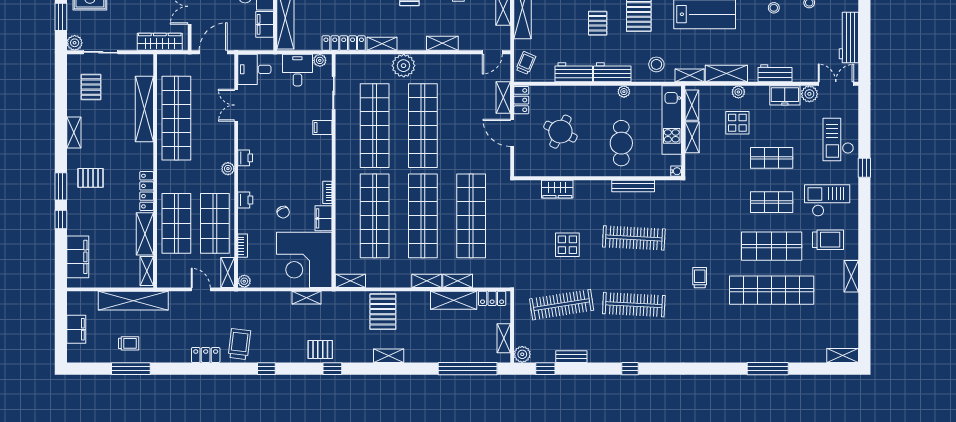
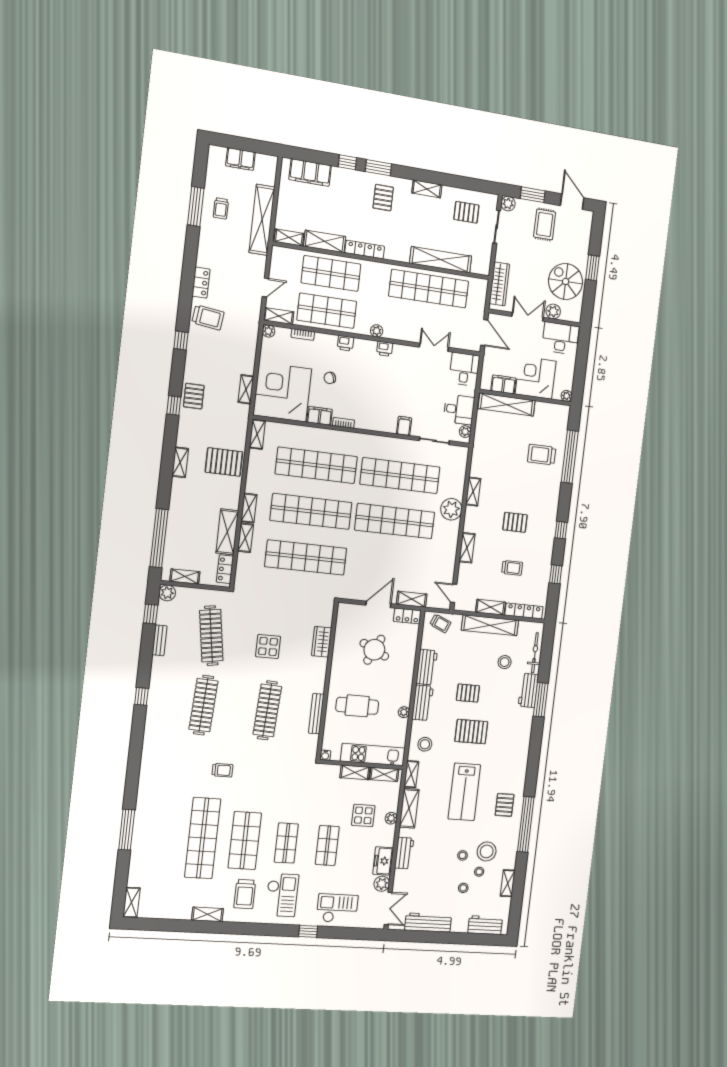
locker: (344, 43) -> (478, 456), removed

